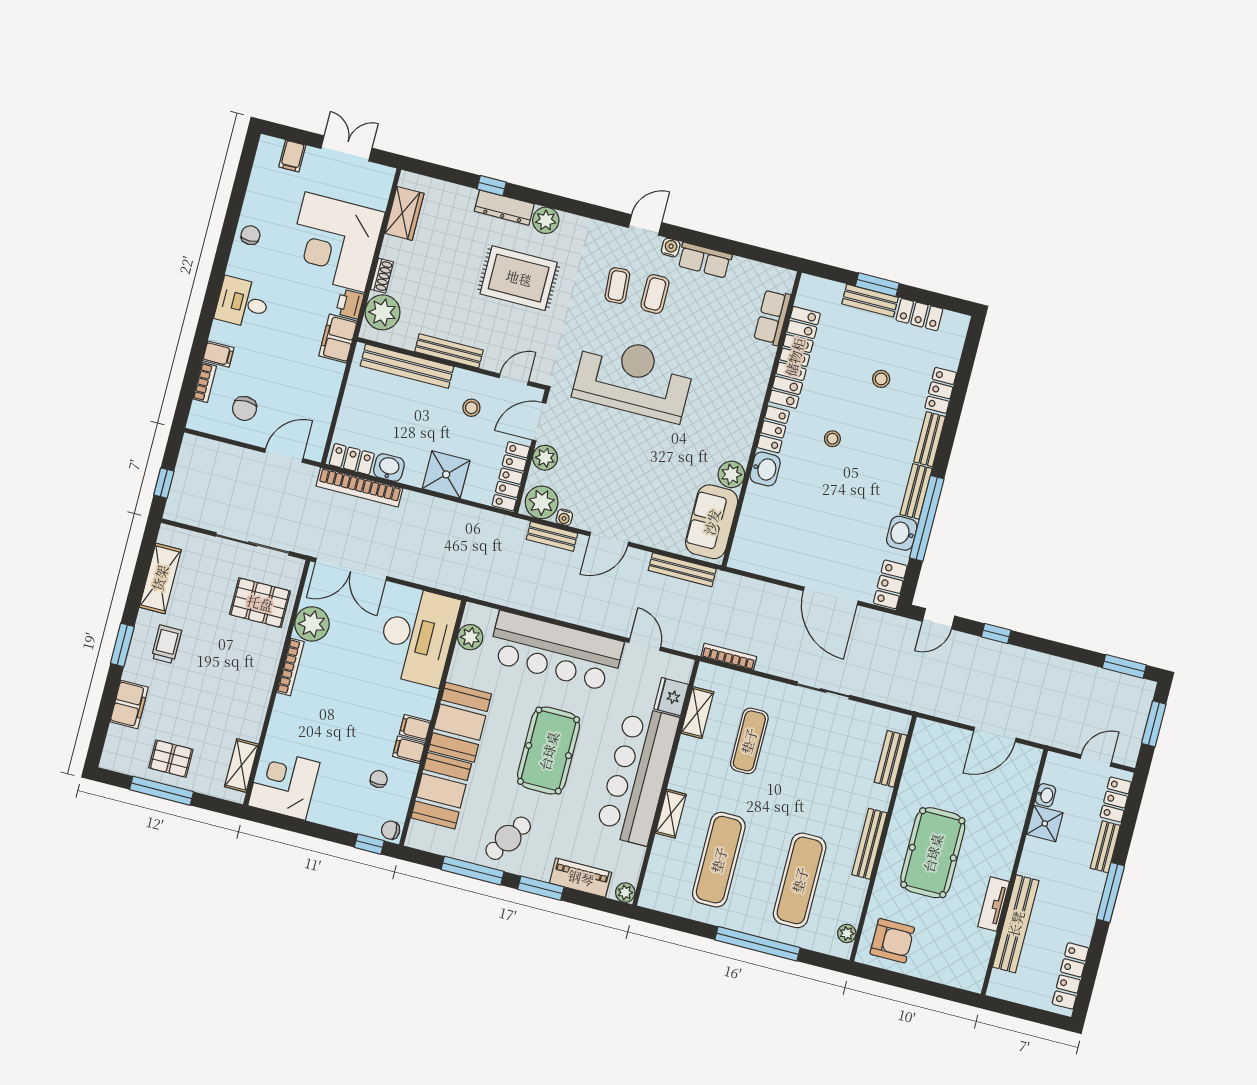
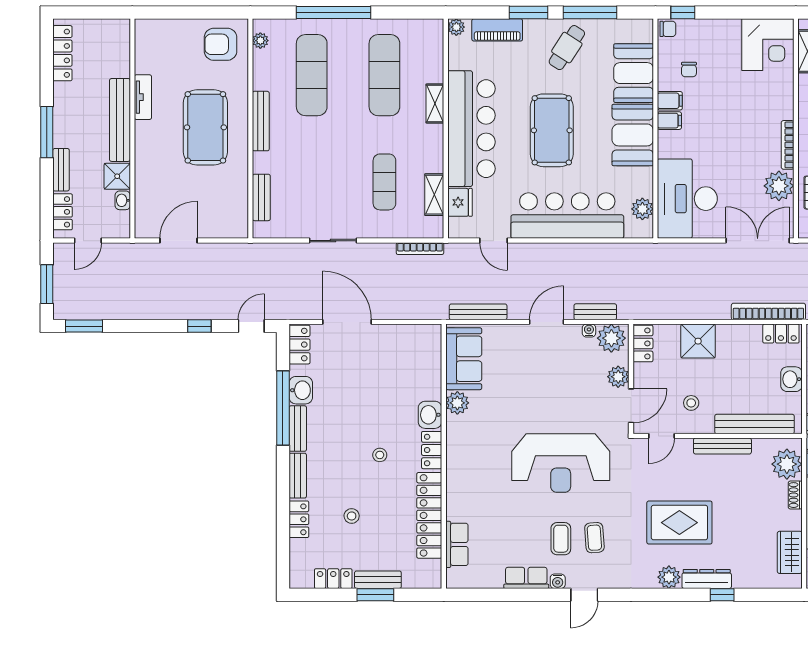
washbasin: (389, 468) -> (791, 379), moved, turned 90
locker: (511, 476) -> (643, 343), width x0.66
bench: (1016, 924) -> (120, 120), moved

